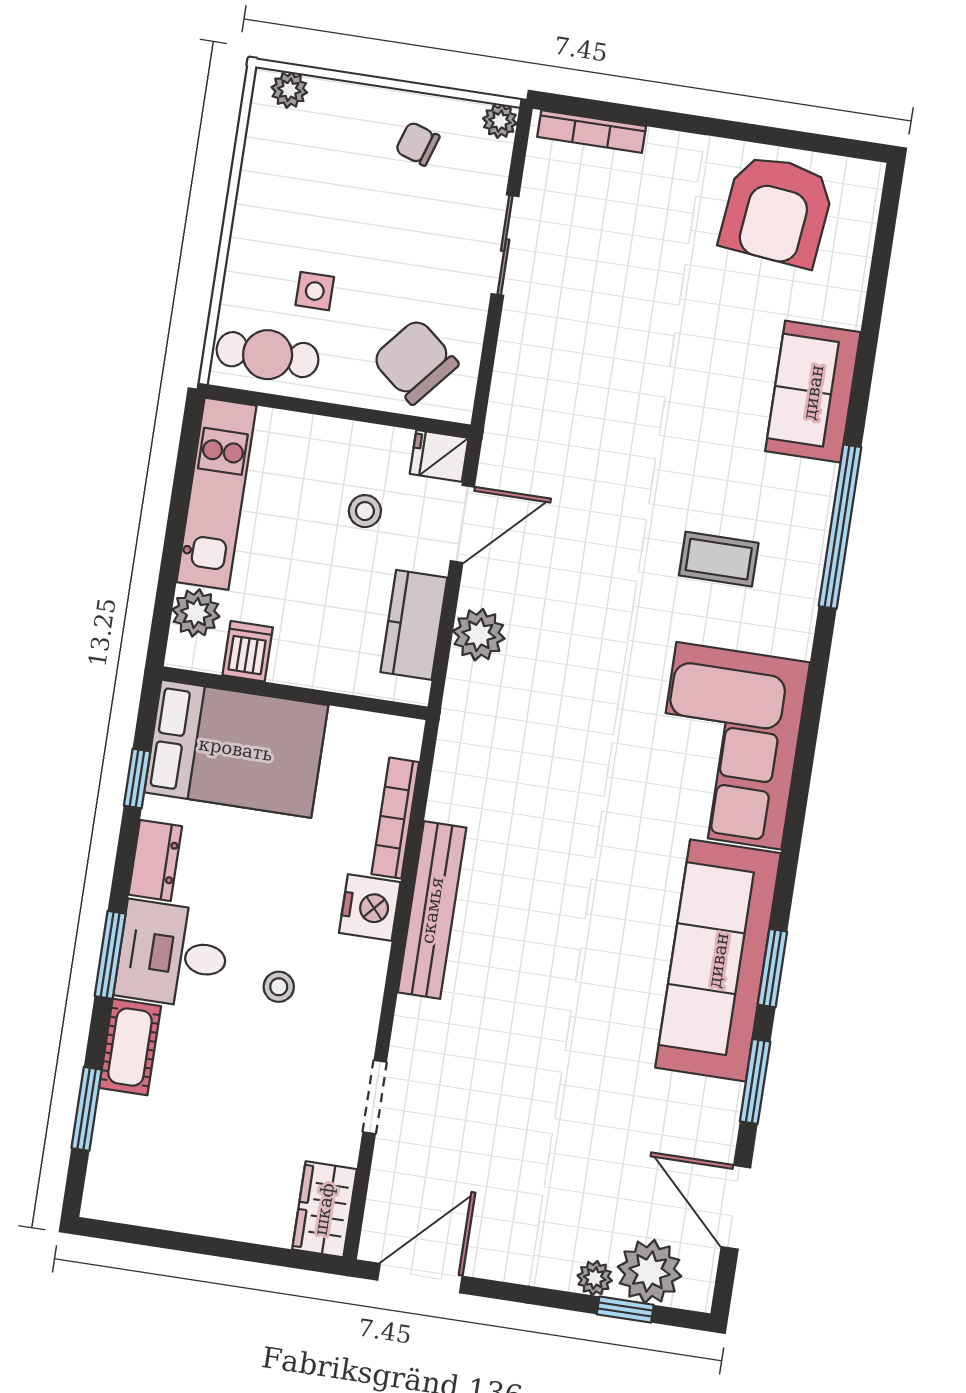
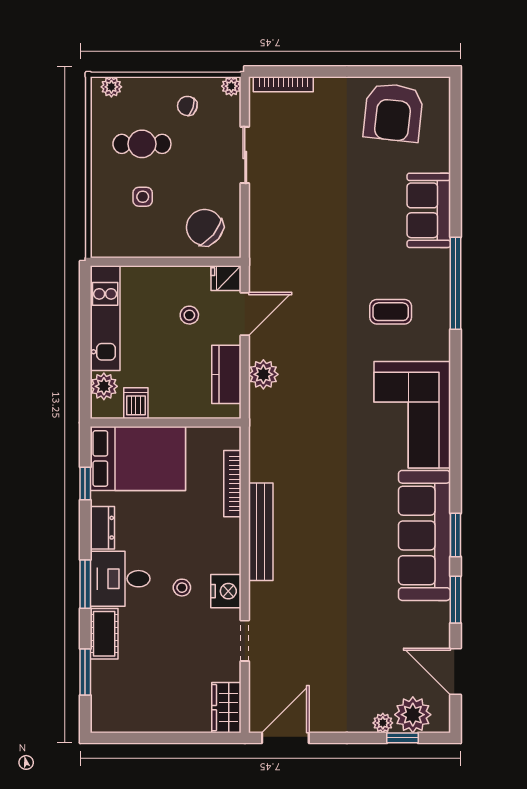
cafe table: (268, 355) -> (142, 144), moved
nightstand: (370, 908) -> (226, 591), moved

